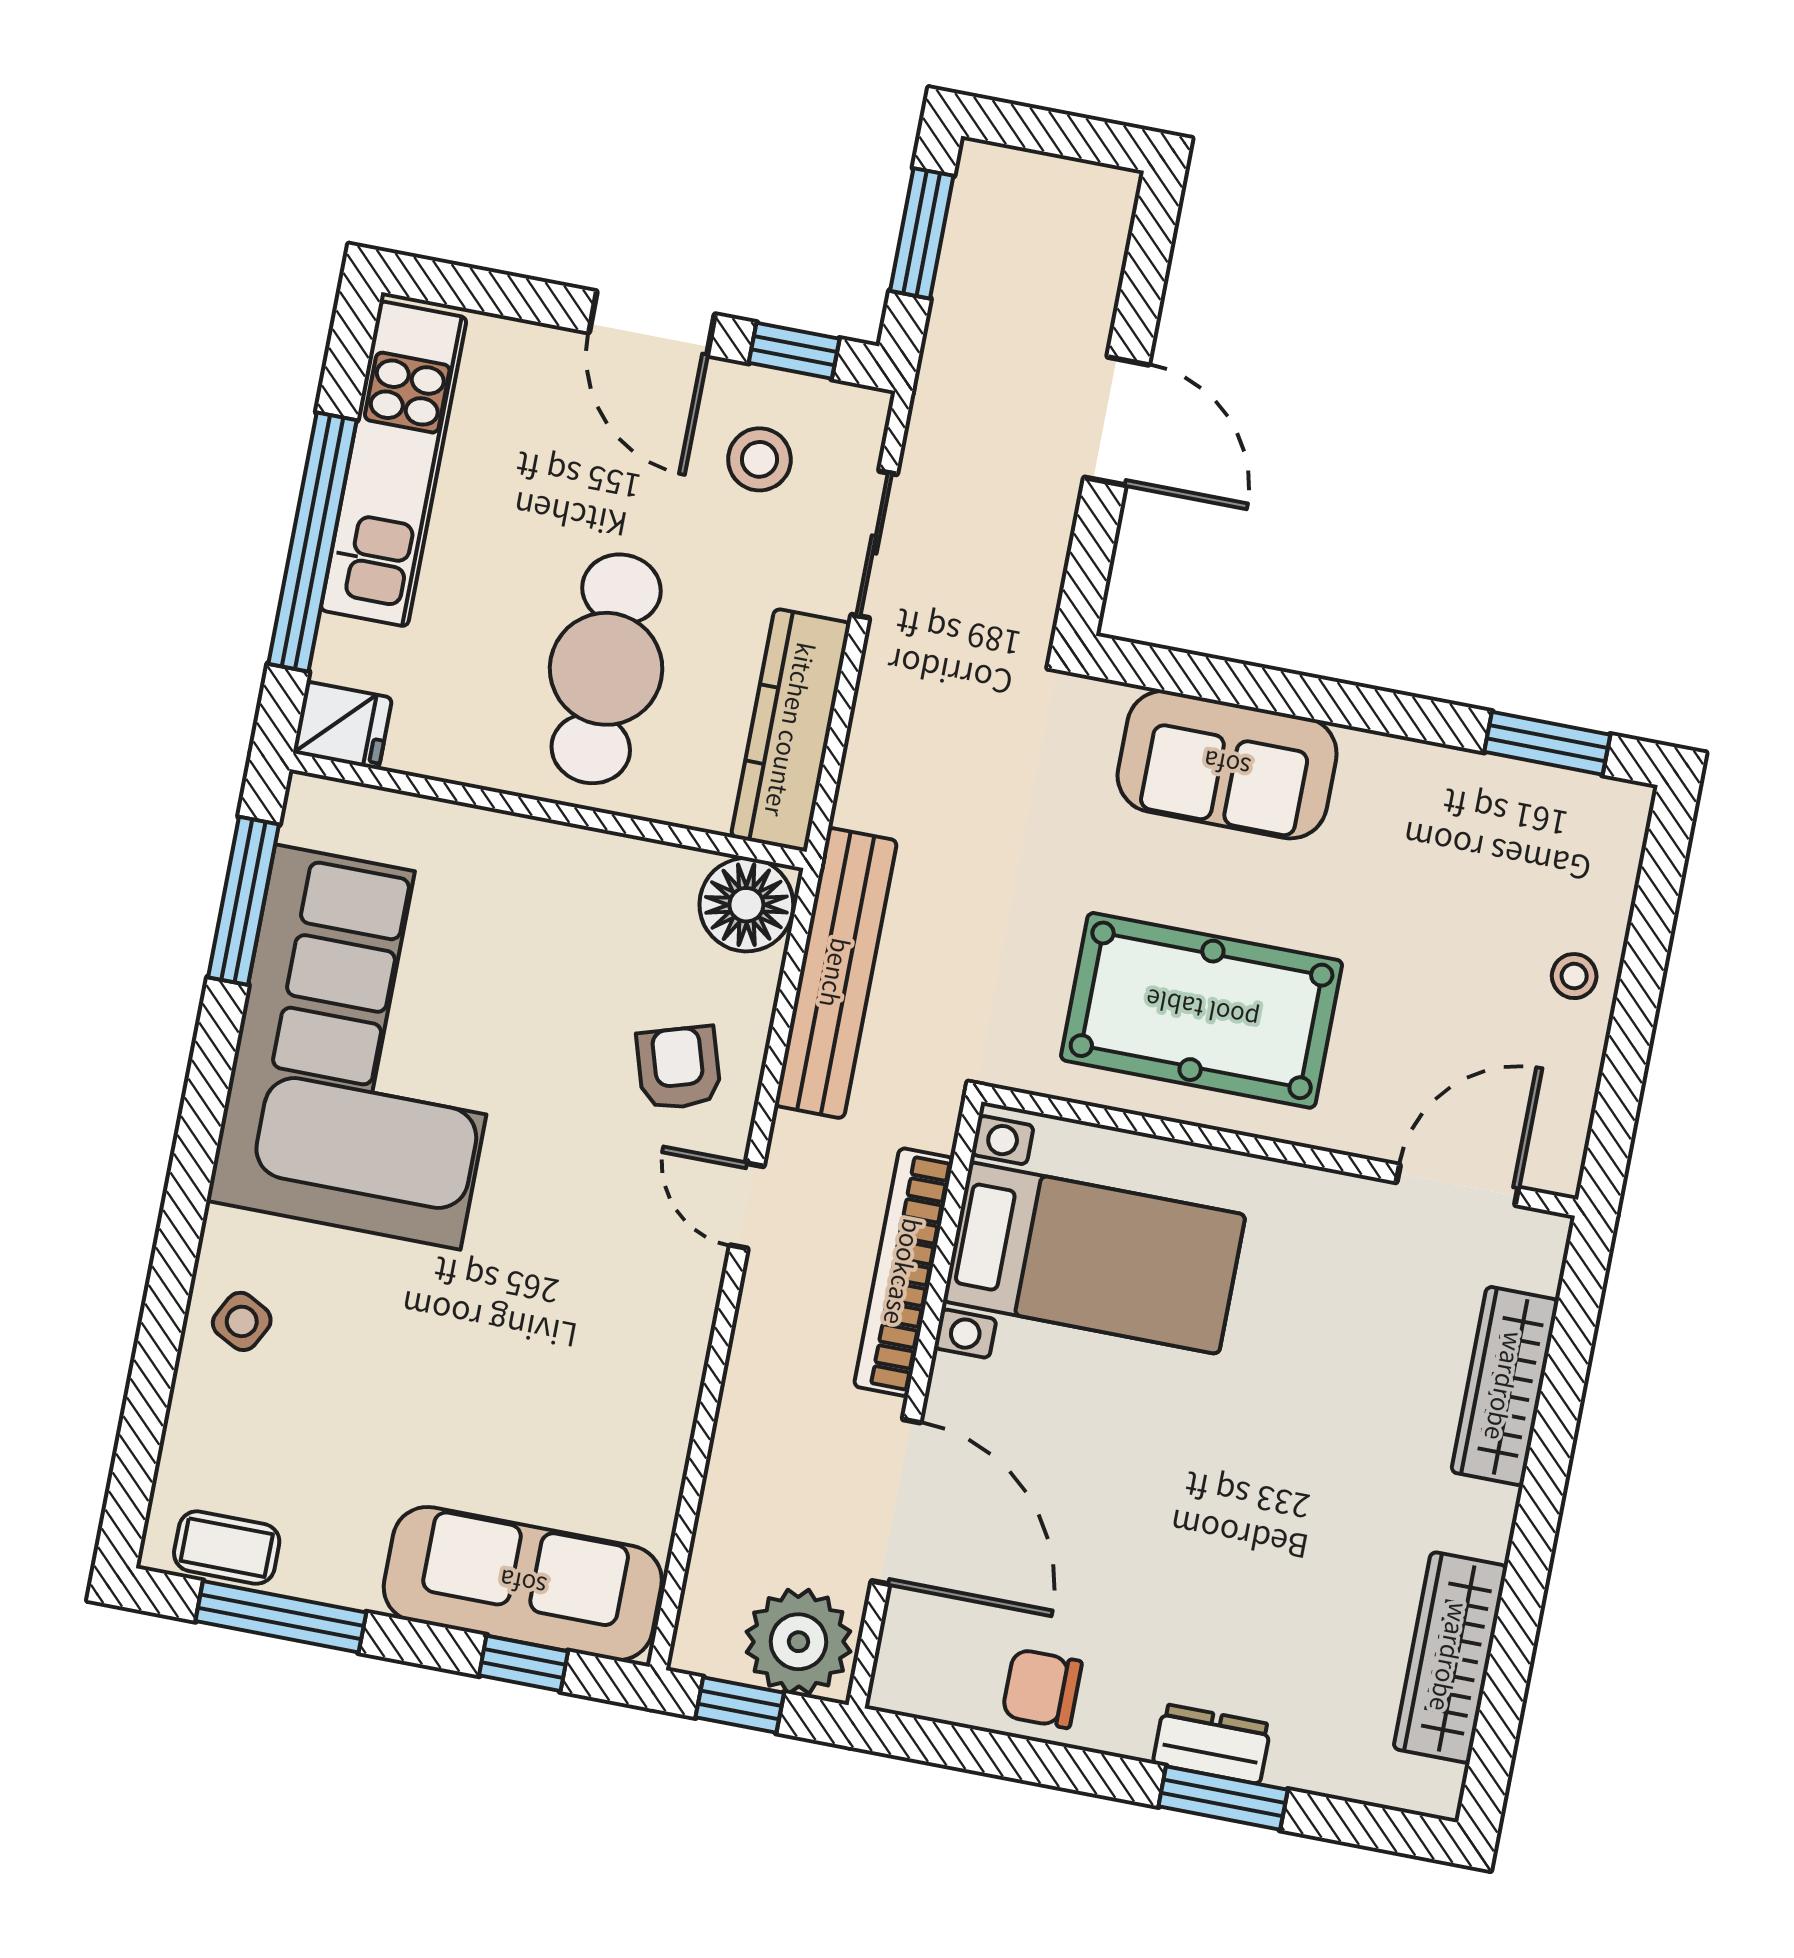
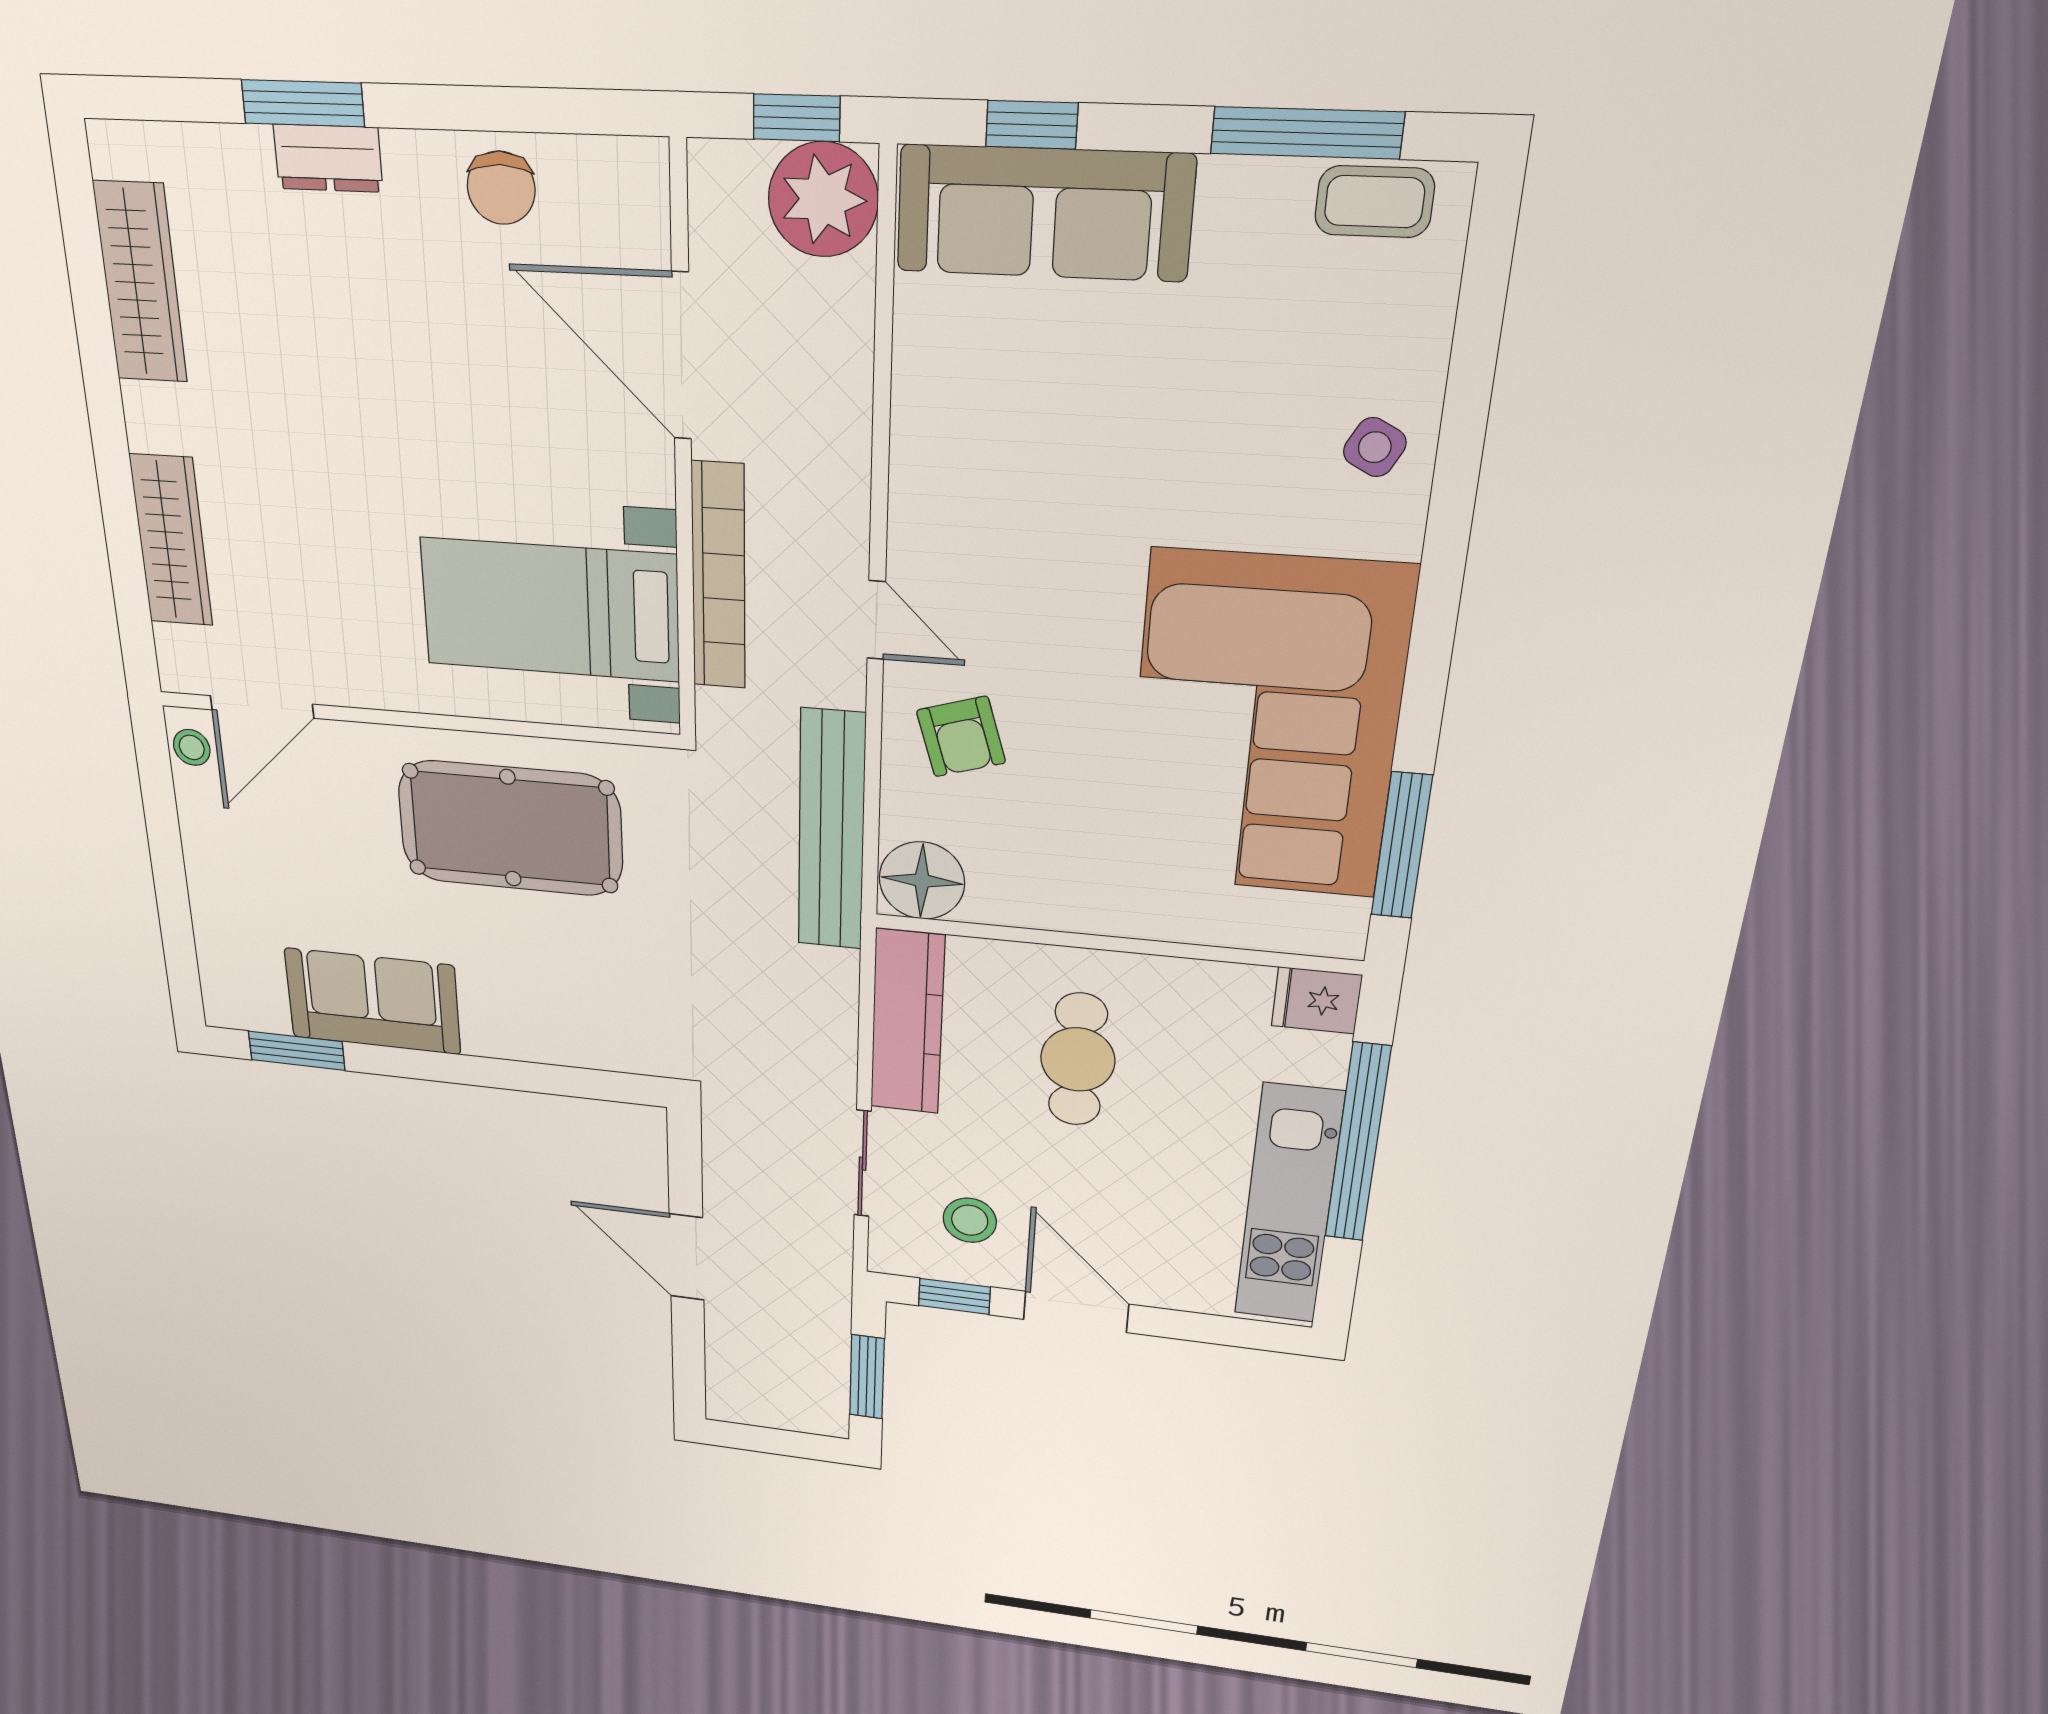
cafe table: (606, 669) -> (1078, 1059), width x0.73, depth x0.74
sofa: (1227, 765) -> (373, 1001), moved
stool: (1574, 976) -> (192, 747), moved
plant: (798, 1642) -> (823, 200), moved
chair: (1042, 1689) -> (501, 188), turned 90

